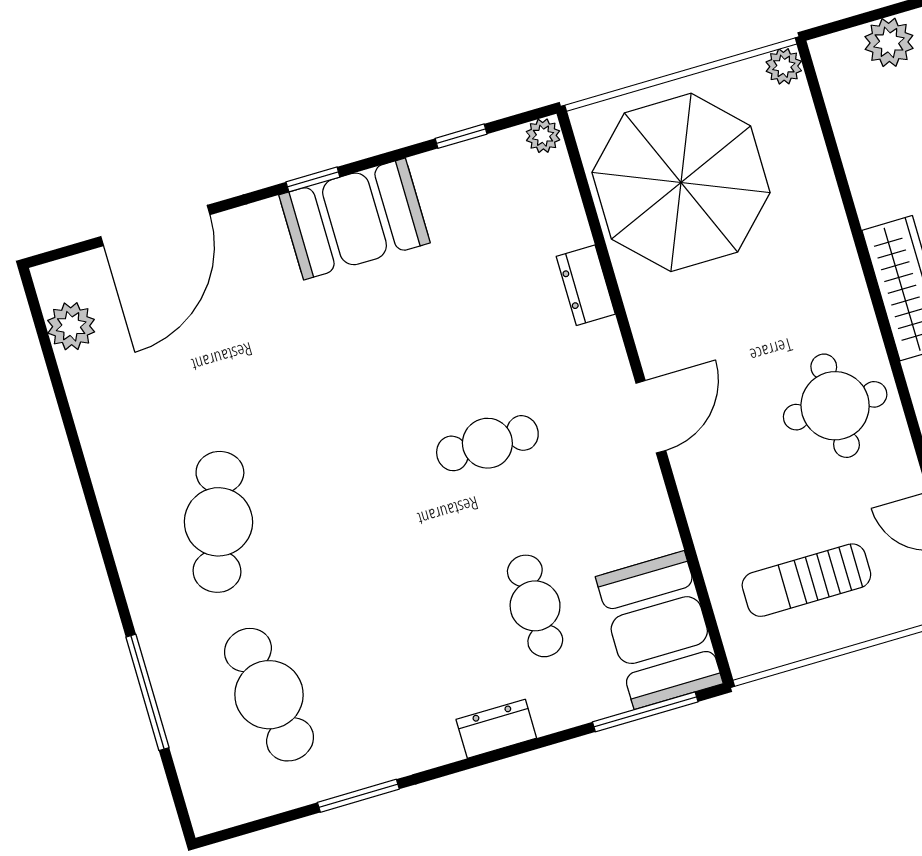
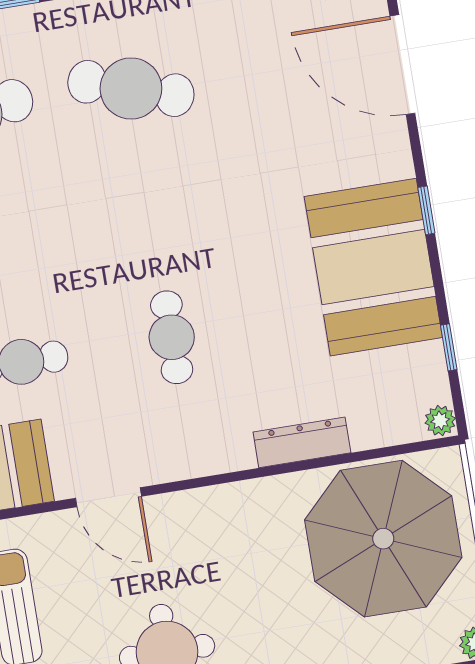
booth: (355, 219) -> (373, 267), width x1.36, depth x1.42
dresser: (586, 285) -> (302, 442), width x1.44
door: (651, 417) -> (109, 497), moved

